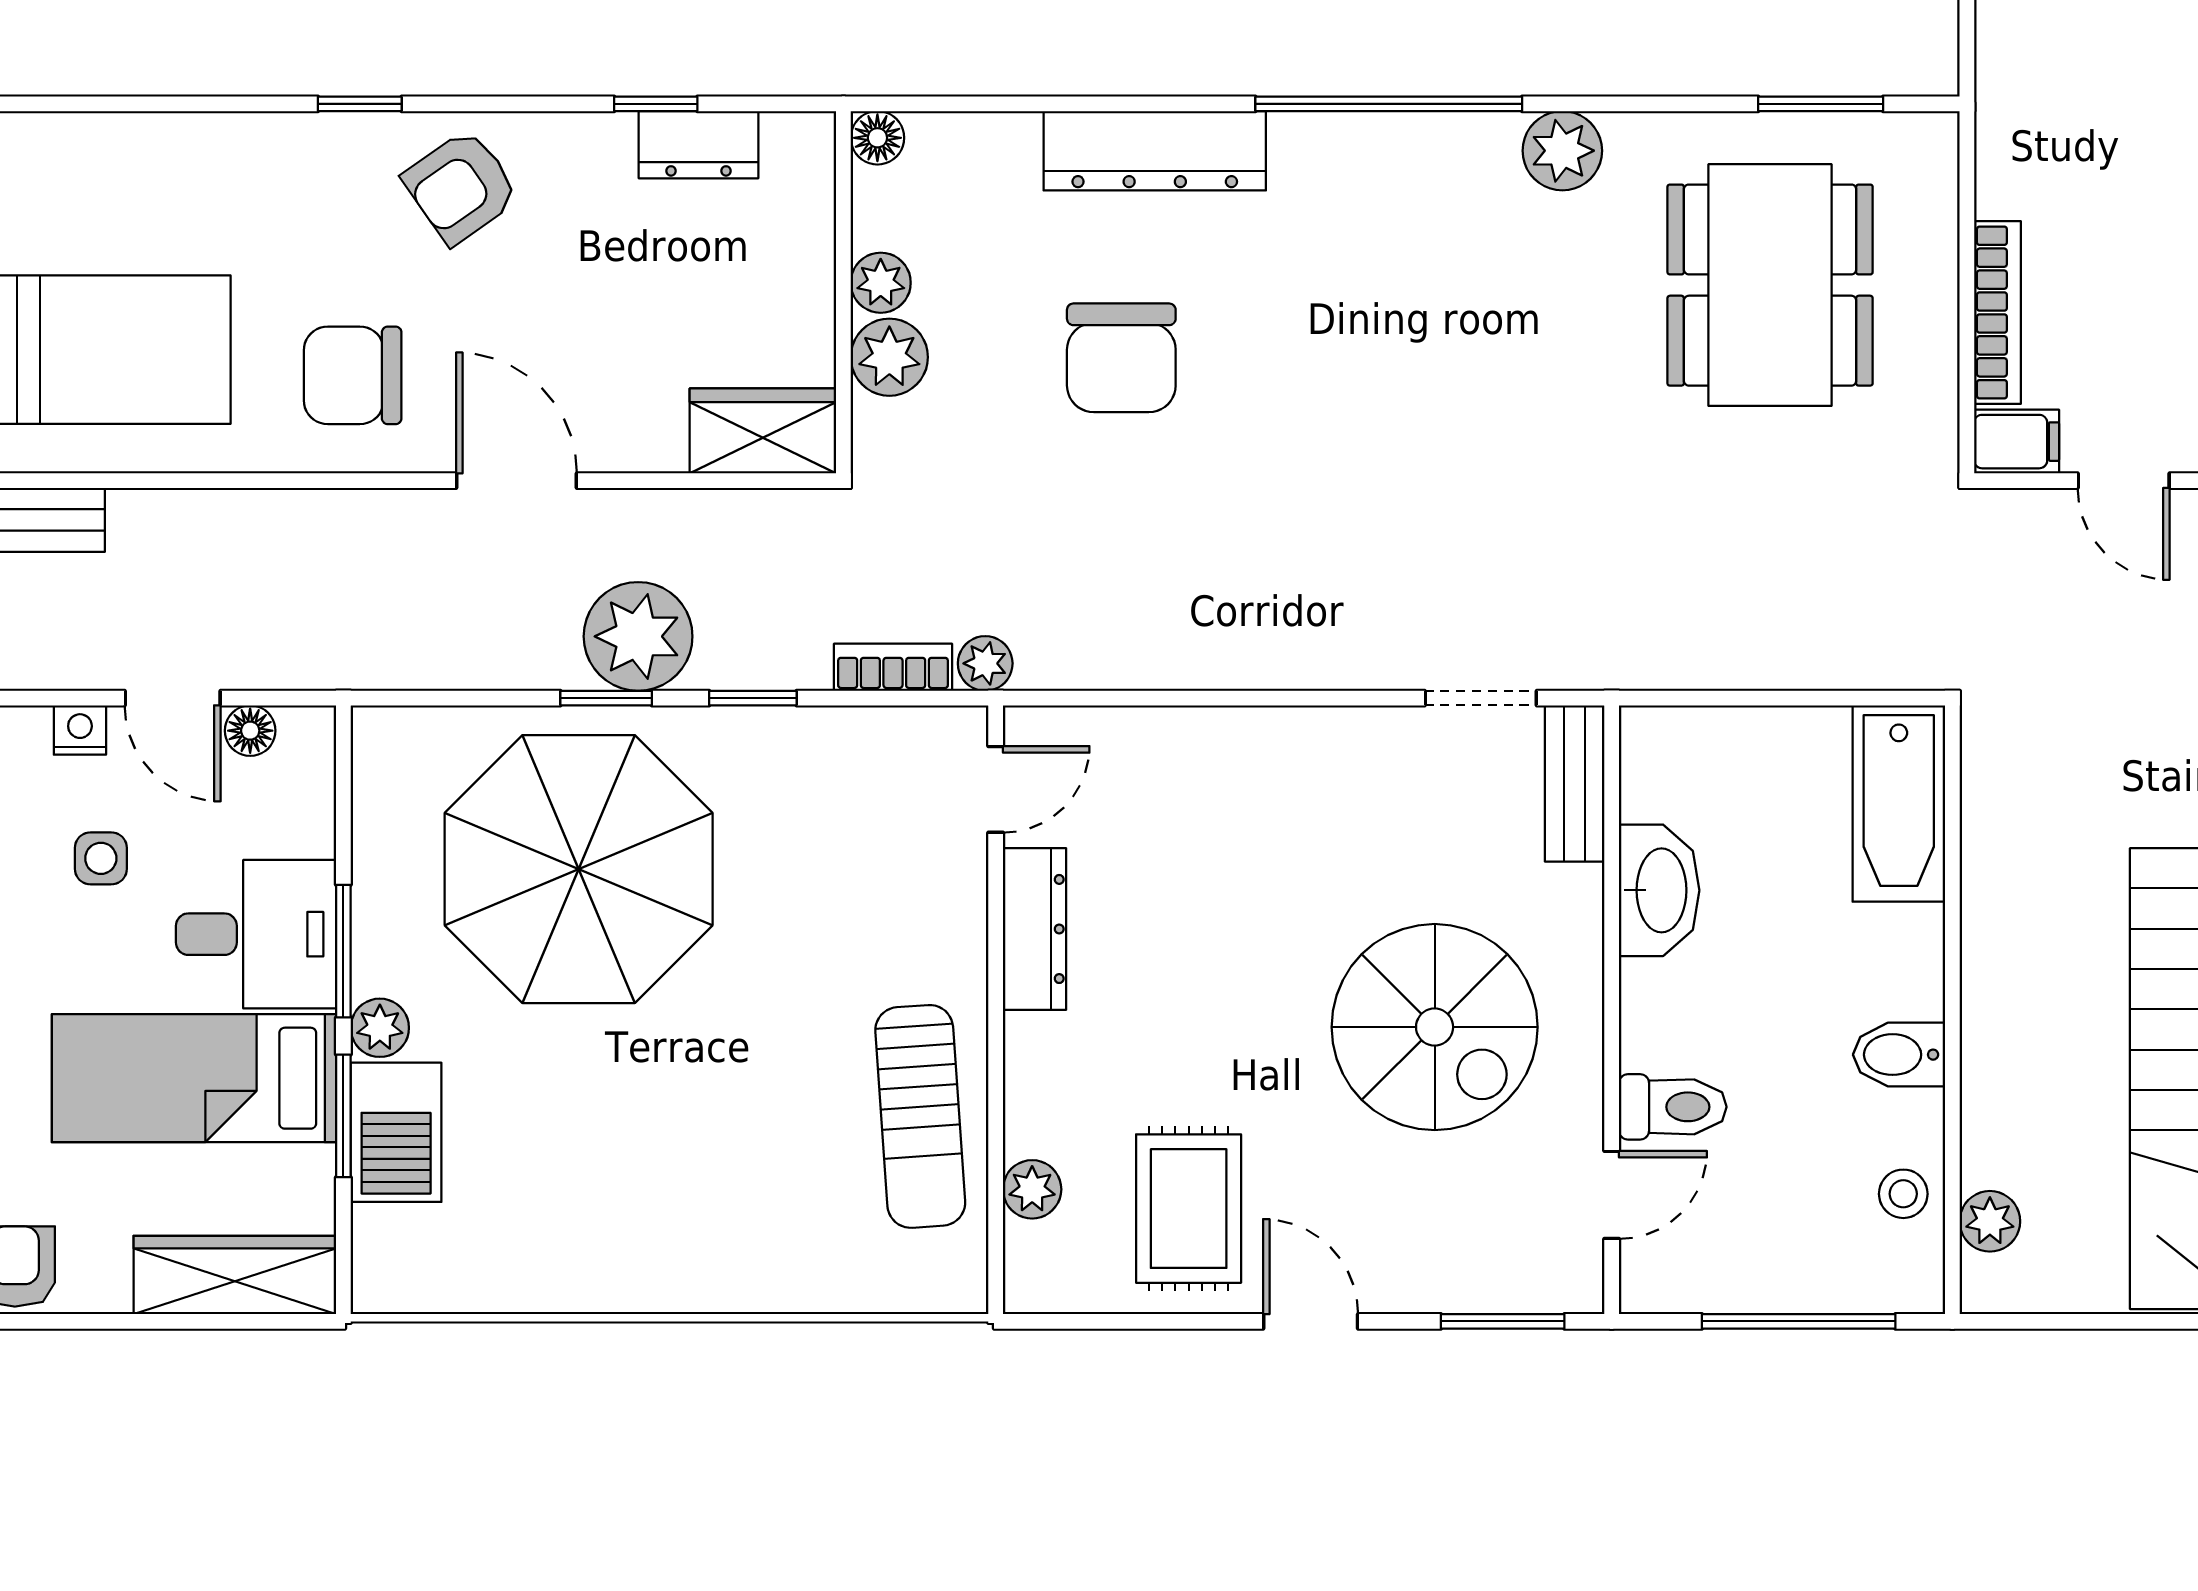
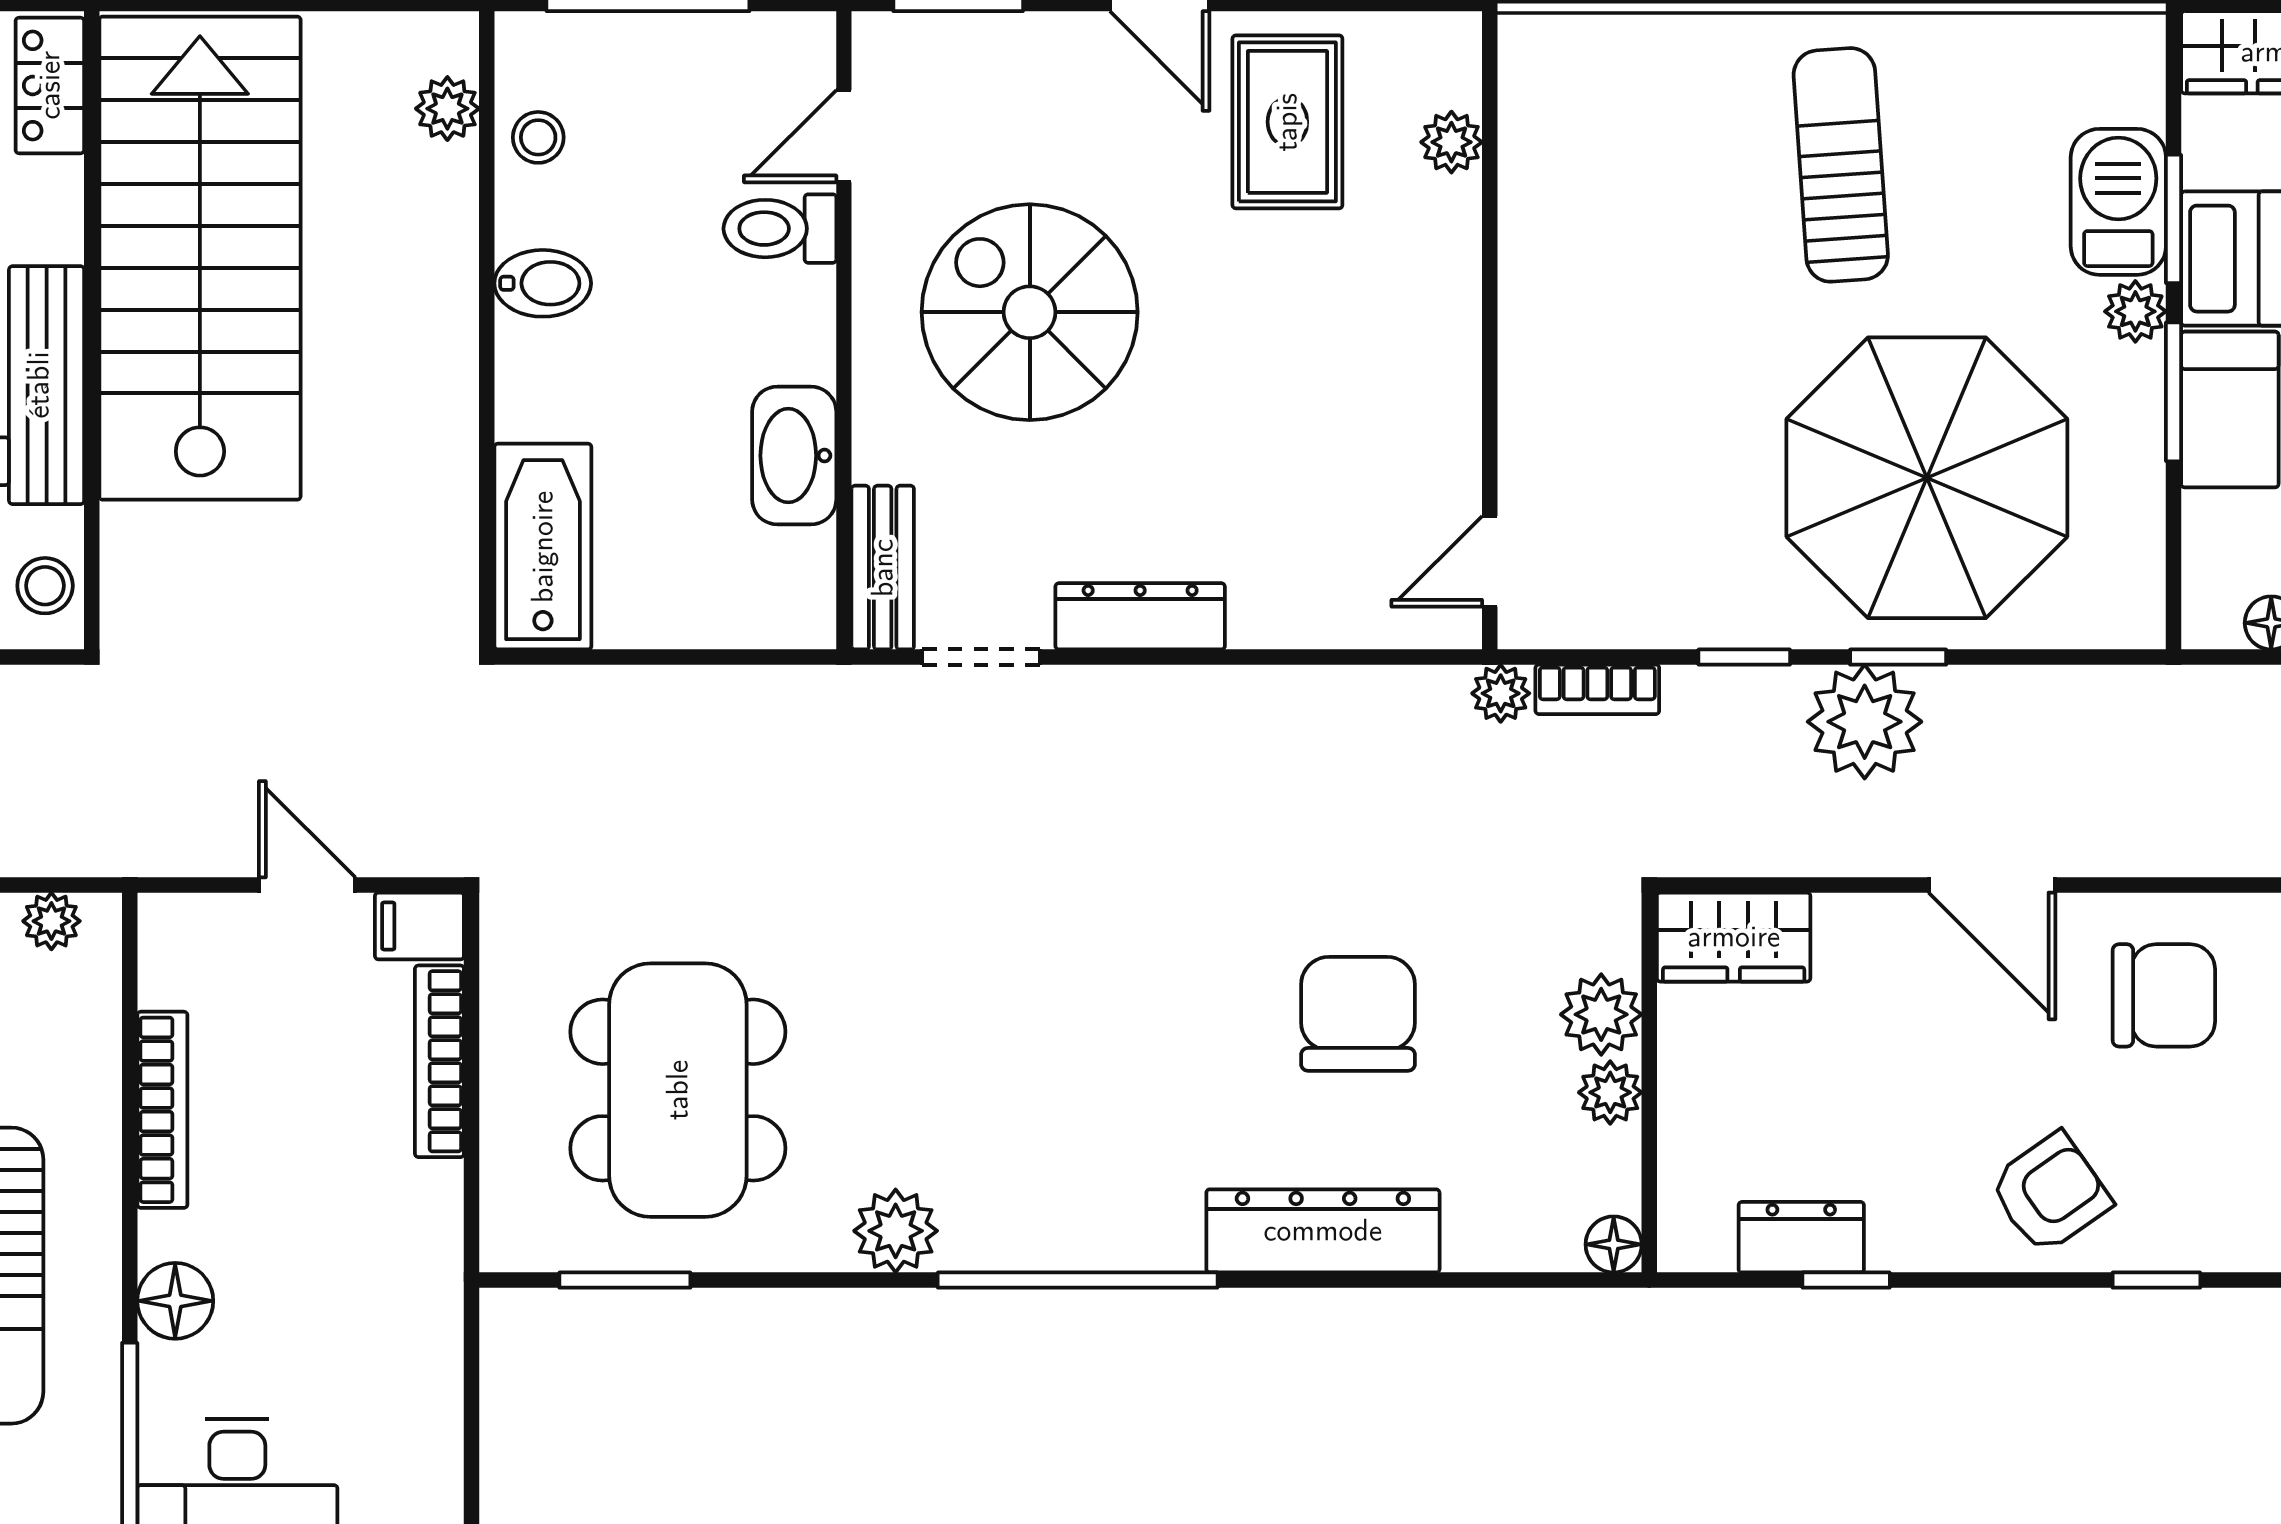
dresser: (1035, 929) -> (1140, 616), moved, turned 90
sun lounger: (920, 1116) -> (1841, 165), moved

